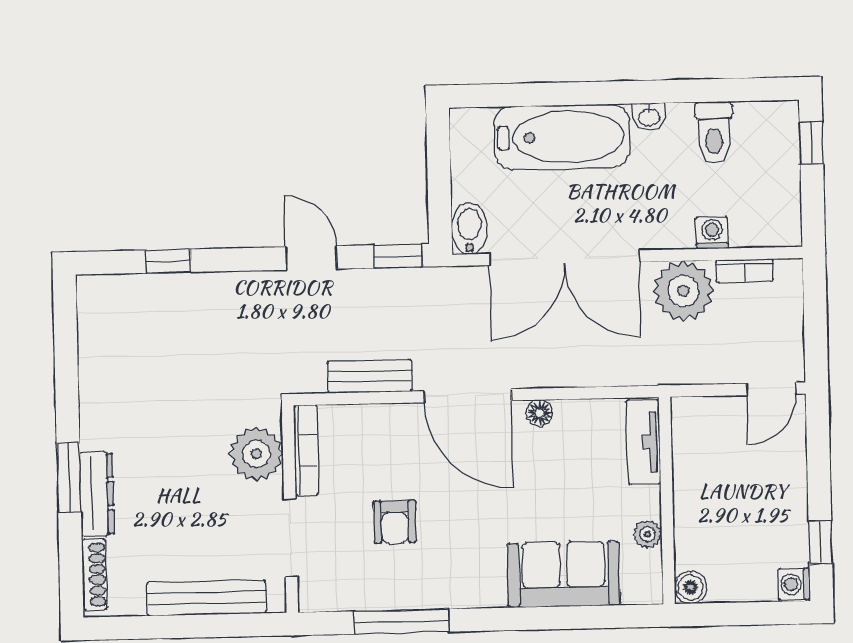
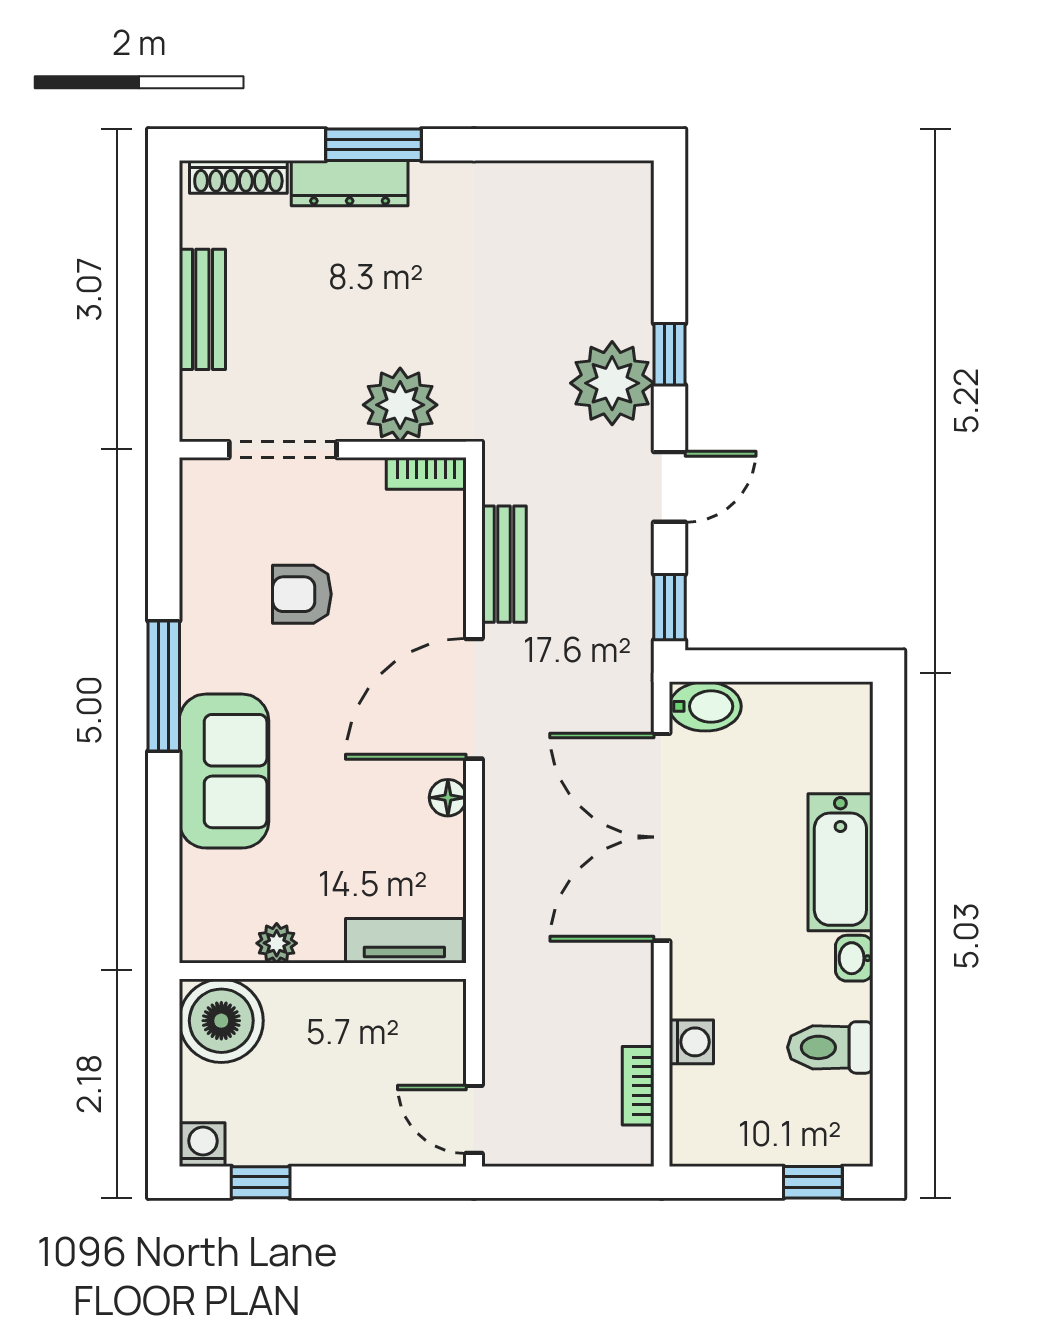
bathtub: (562, 137) -> (840, 862), width x0.73, depth x0.73
window: (168, 261) -> (669, 354), moved
plant: (683, 291) -> (612, 383), moved
bookcase: (306, 450) -> (426, 473), width x0.64
sofa: (564, 574) -> (224, 771), moved
boiler: (691, 587) -> (221, 1021), width x1.86, depth x1.86
bench: (206, 598) -> (202, 309), width x0.73
window: (401, 622) -> (164, 686), moved

